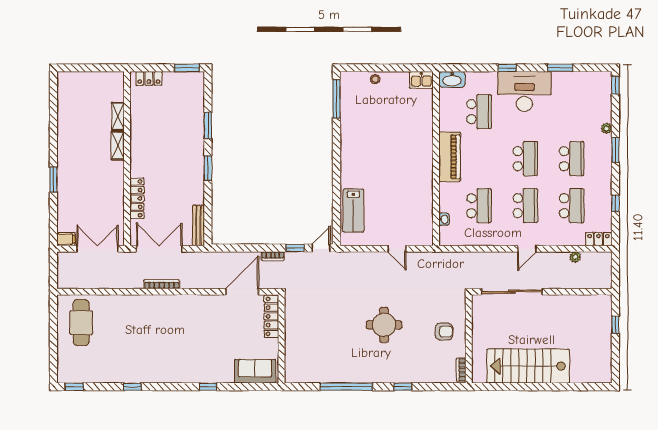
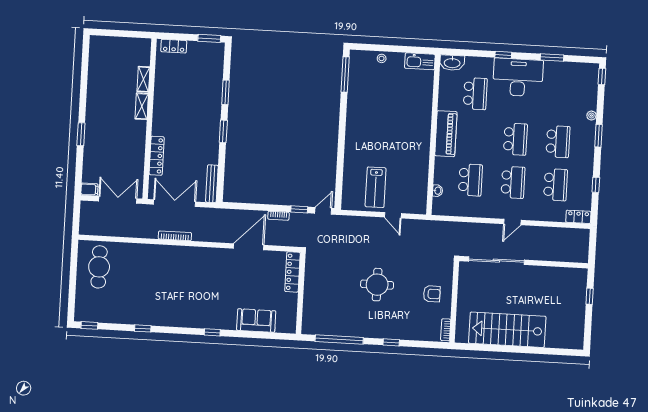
kitchen sink: (421, 80) -> (420, 61), width x1.38
lab bench: (353, 211) -> (376, 187), moved
plant: (575, 257) -> (556, 232), removed
locker: (271, 316) -> (292, 272), moved
wall: (281, 339) -> (301, 293), moved

